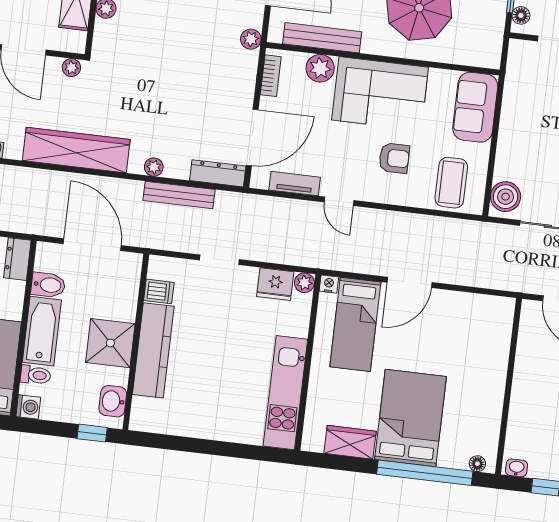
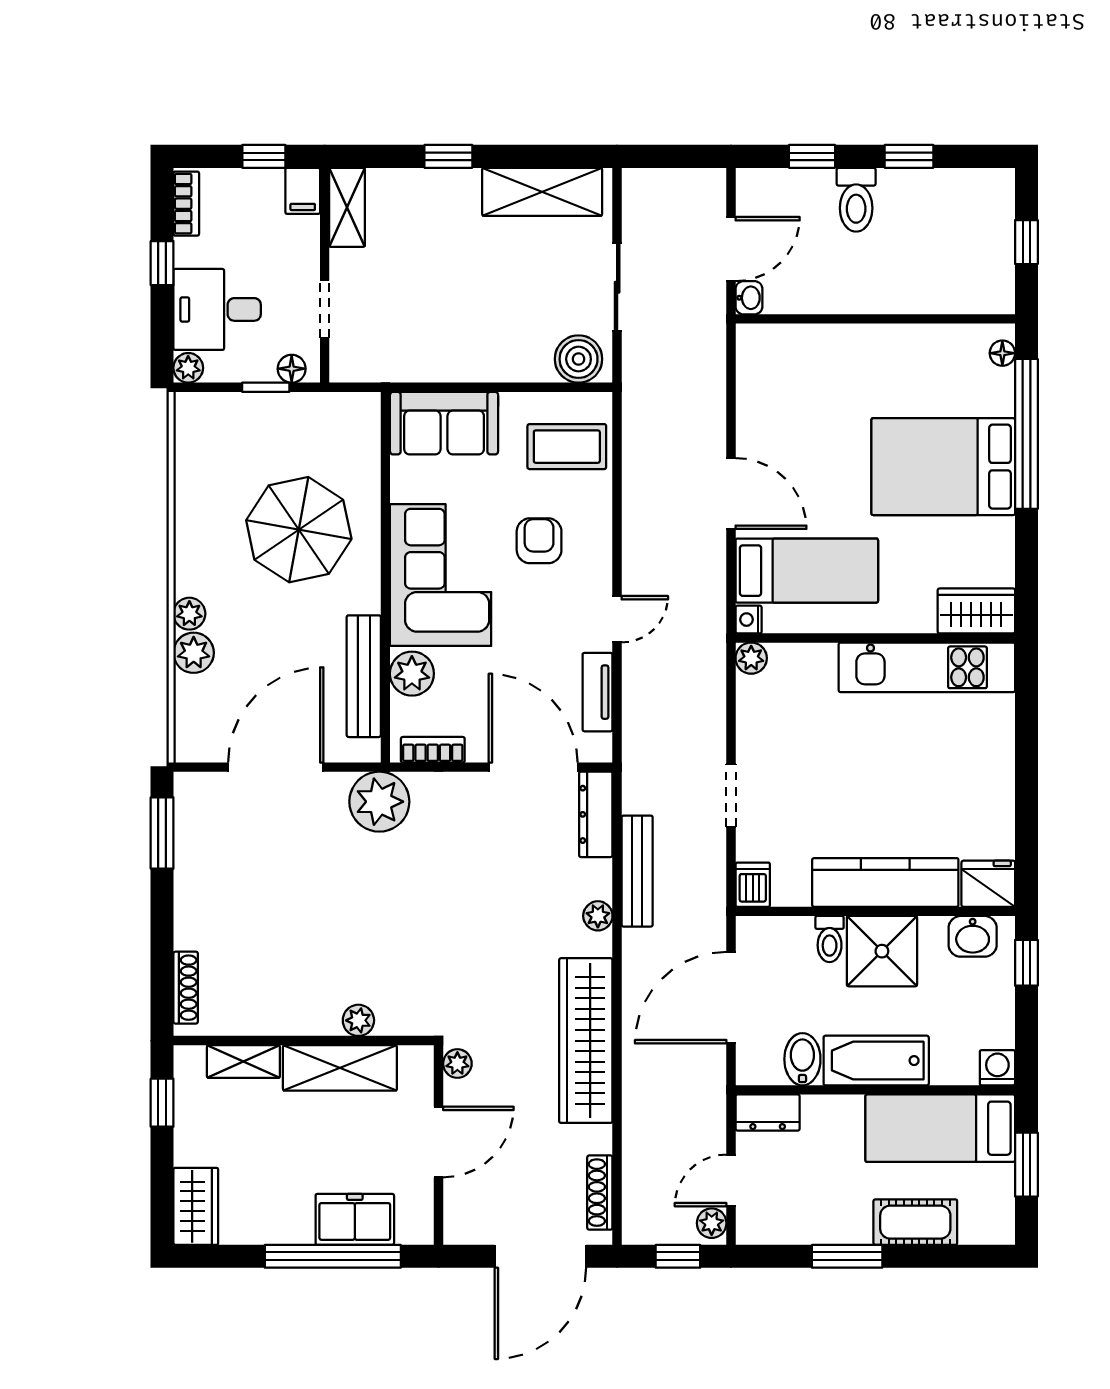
plant: (251, 39) -> (379, 802), width x1.88, depth x1.88
fridge: (275, 284) -> (988, 884), moved, turned -90
dishwasher: (159, 291) -> (753, 885), moved
toilet: (36, 375) -> (830, 939), moved, turned 180
wardrobe: (350, 442) -> (976, 611), moved, turned 90
washbasin: (517, 468) -> (749, 298), moved, turned 180

